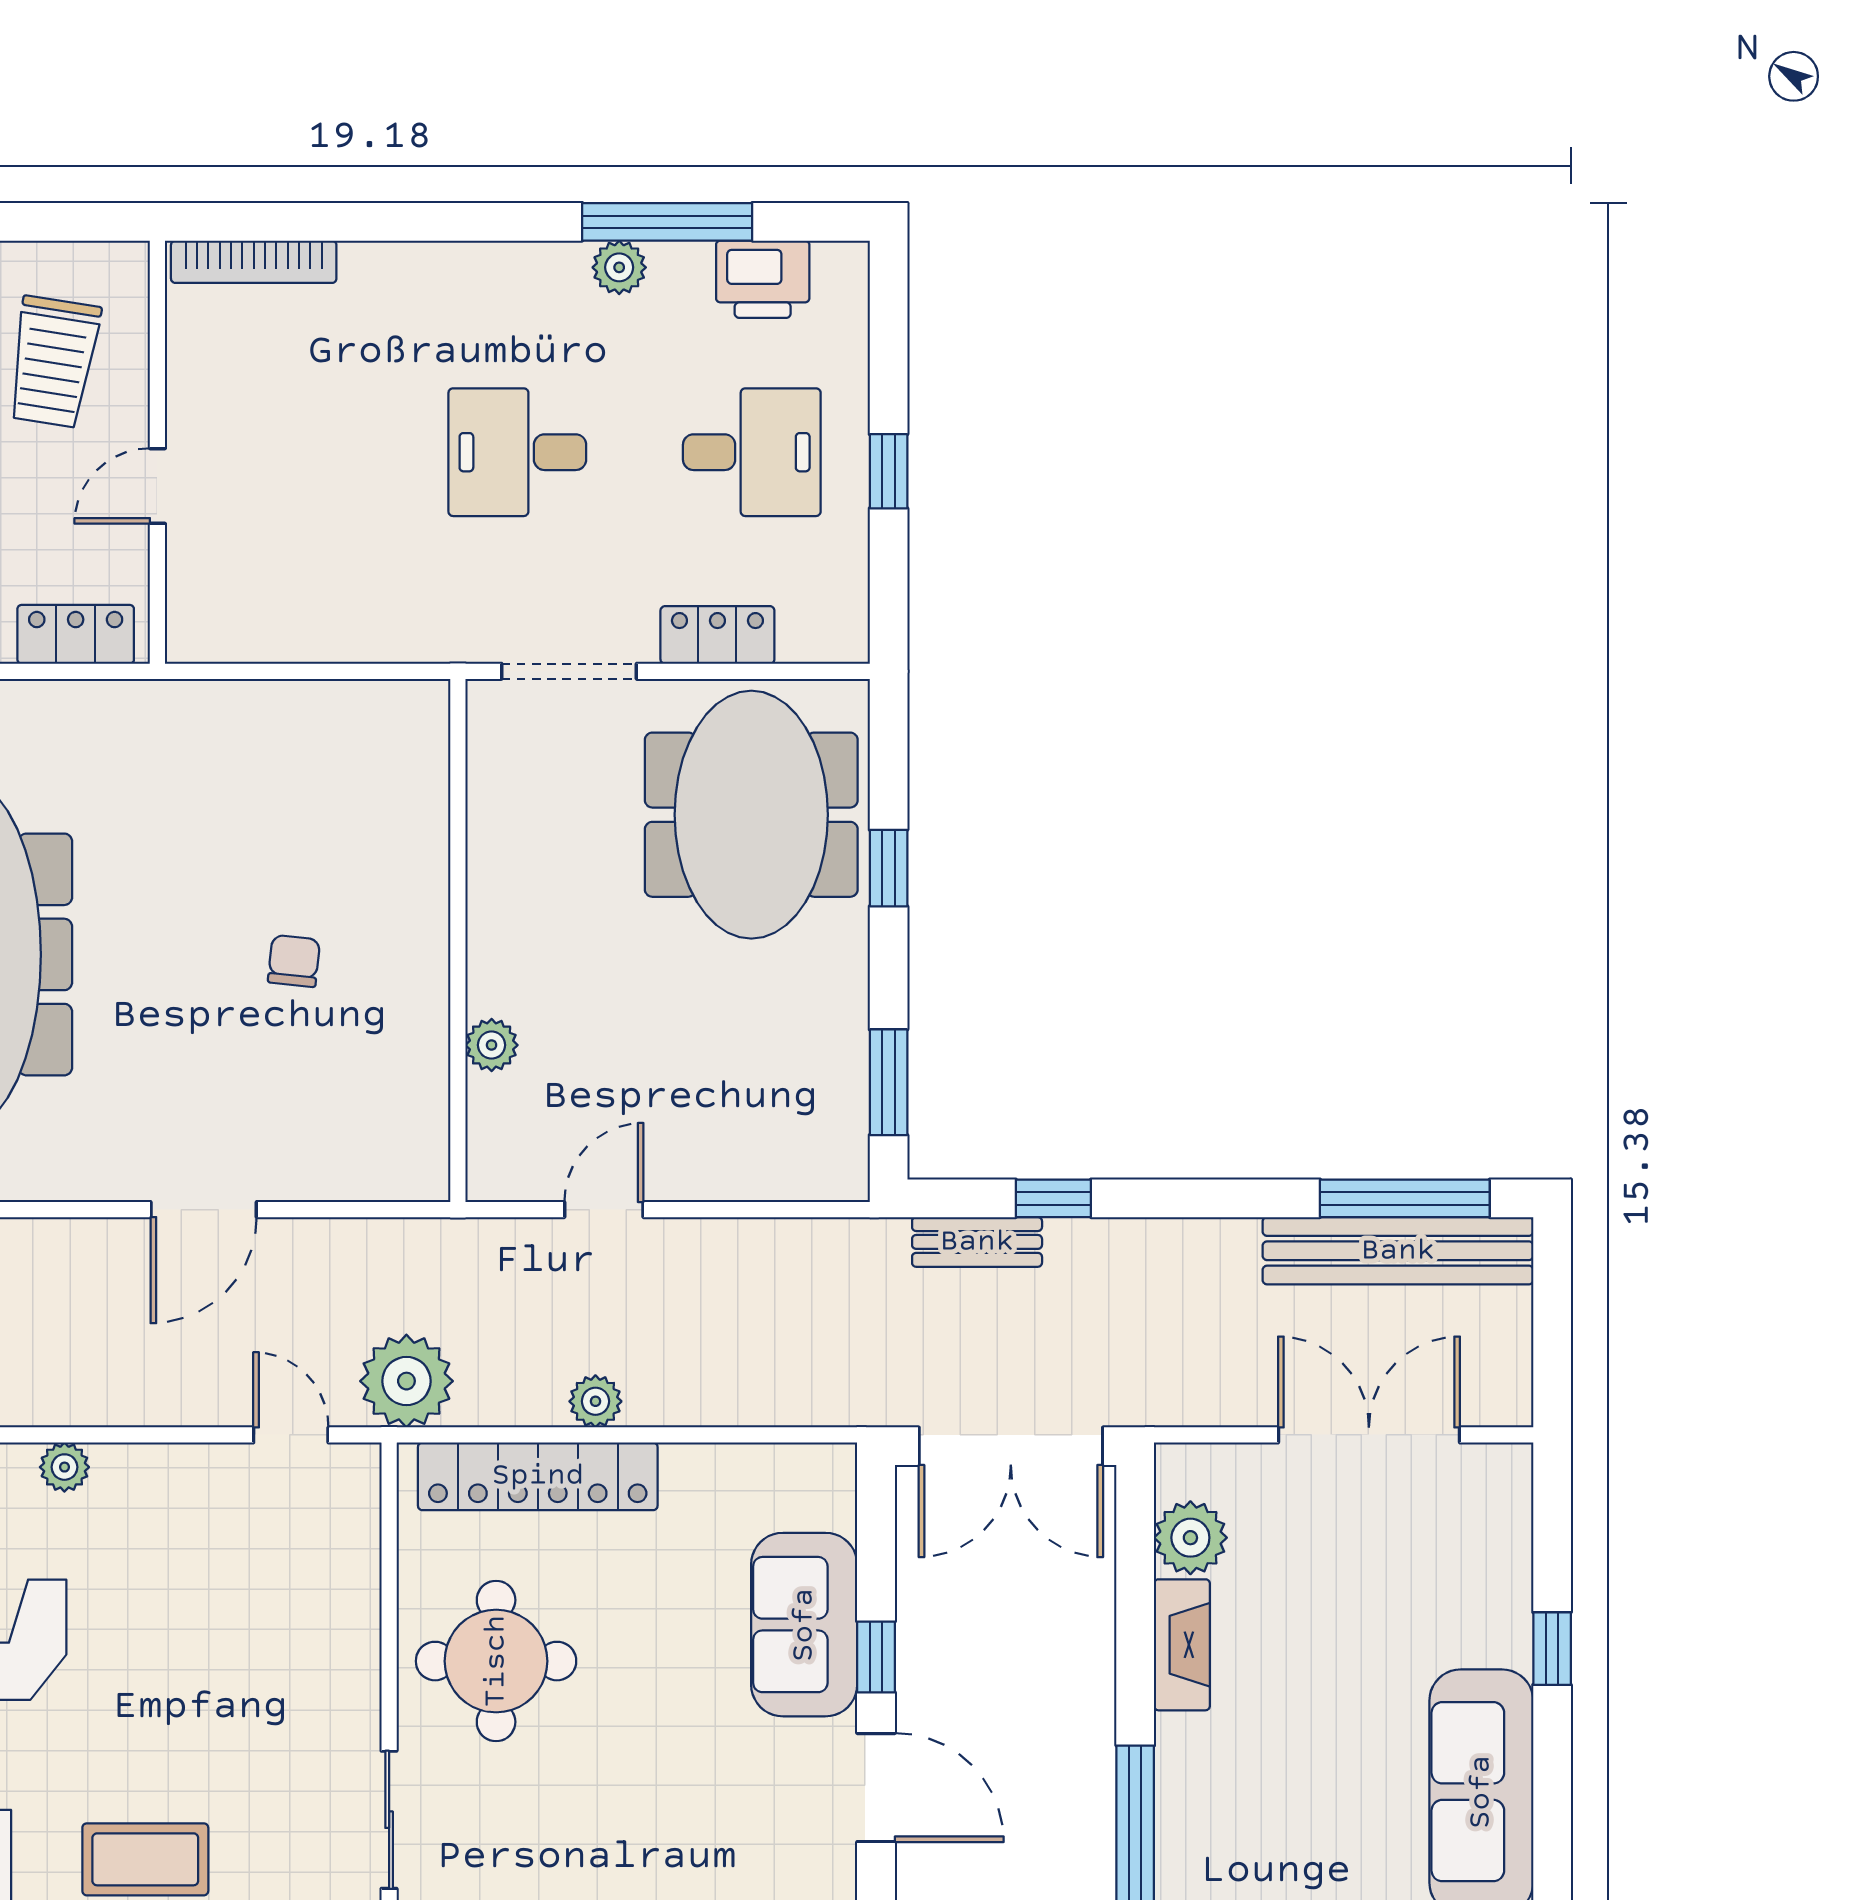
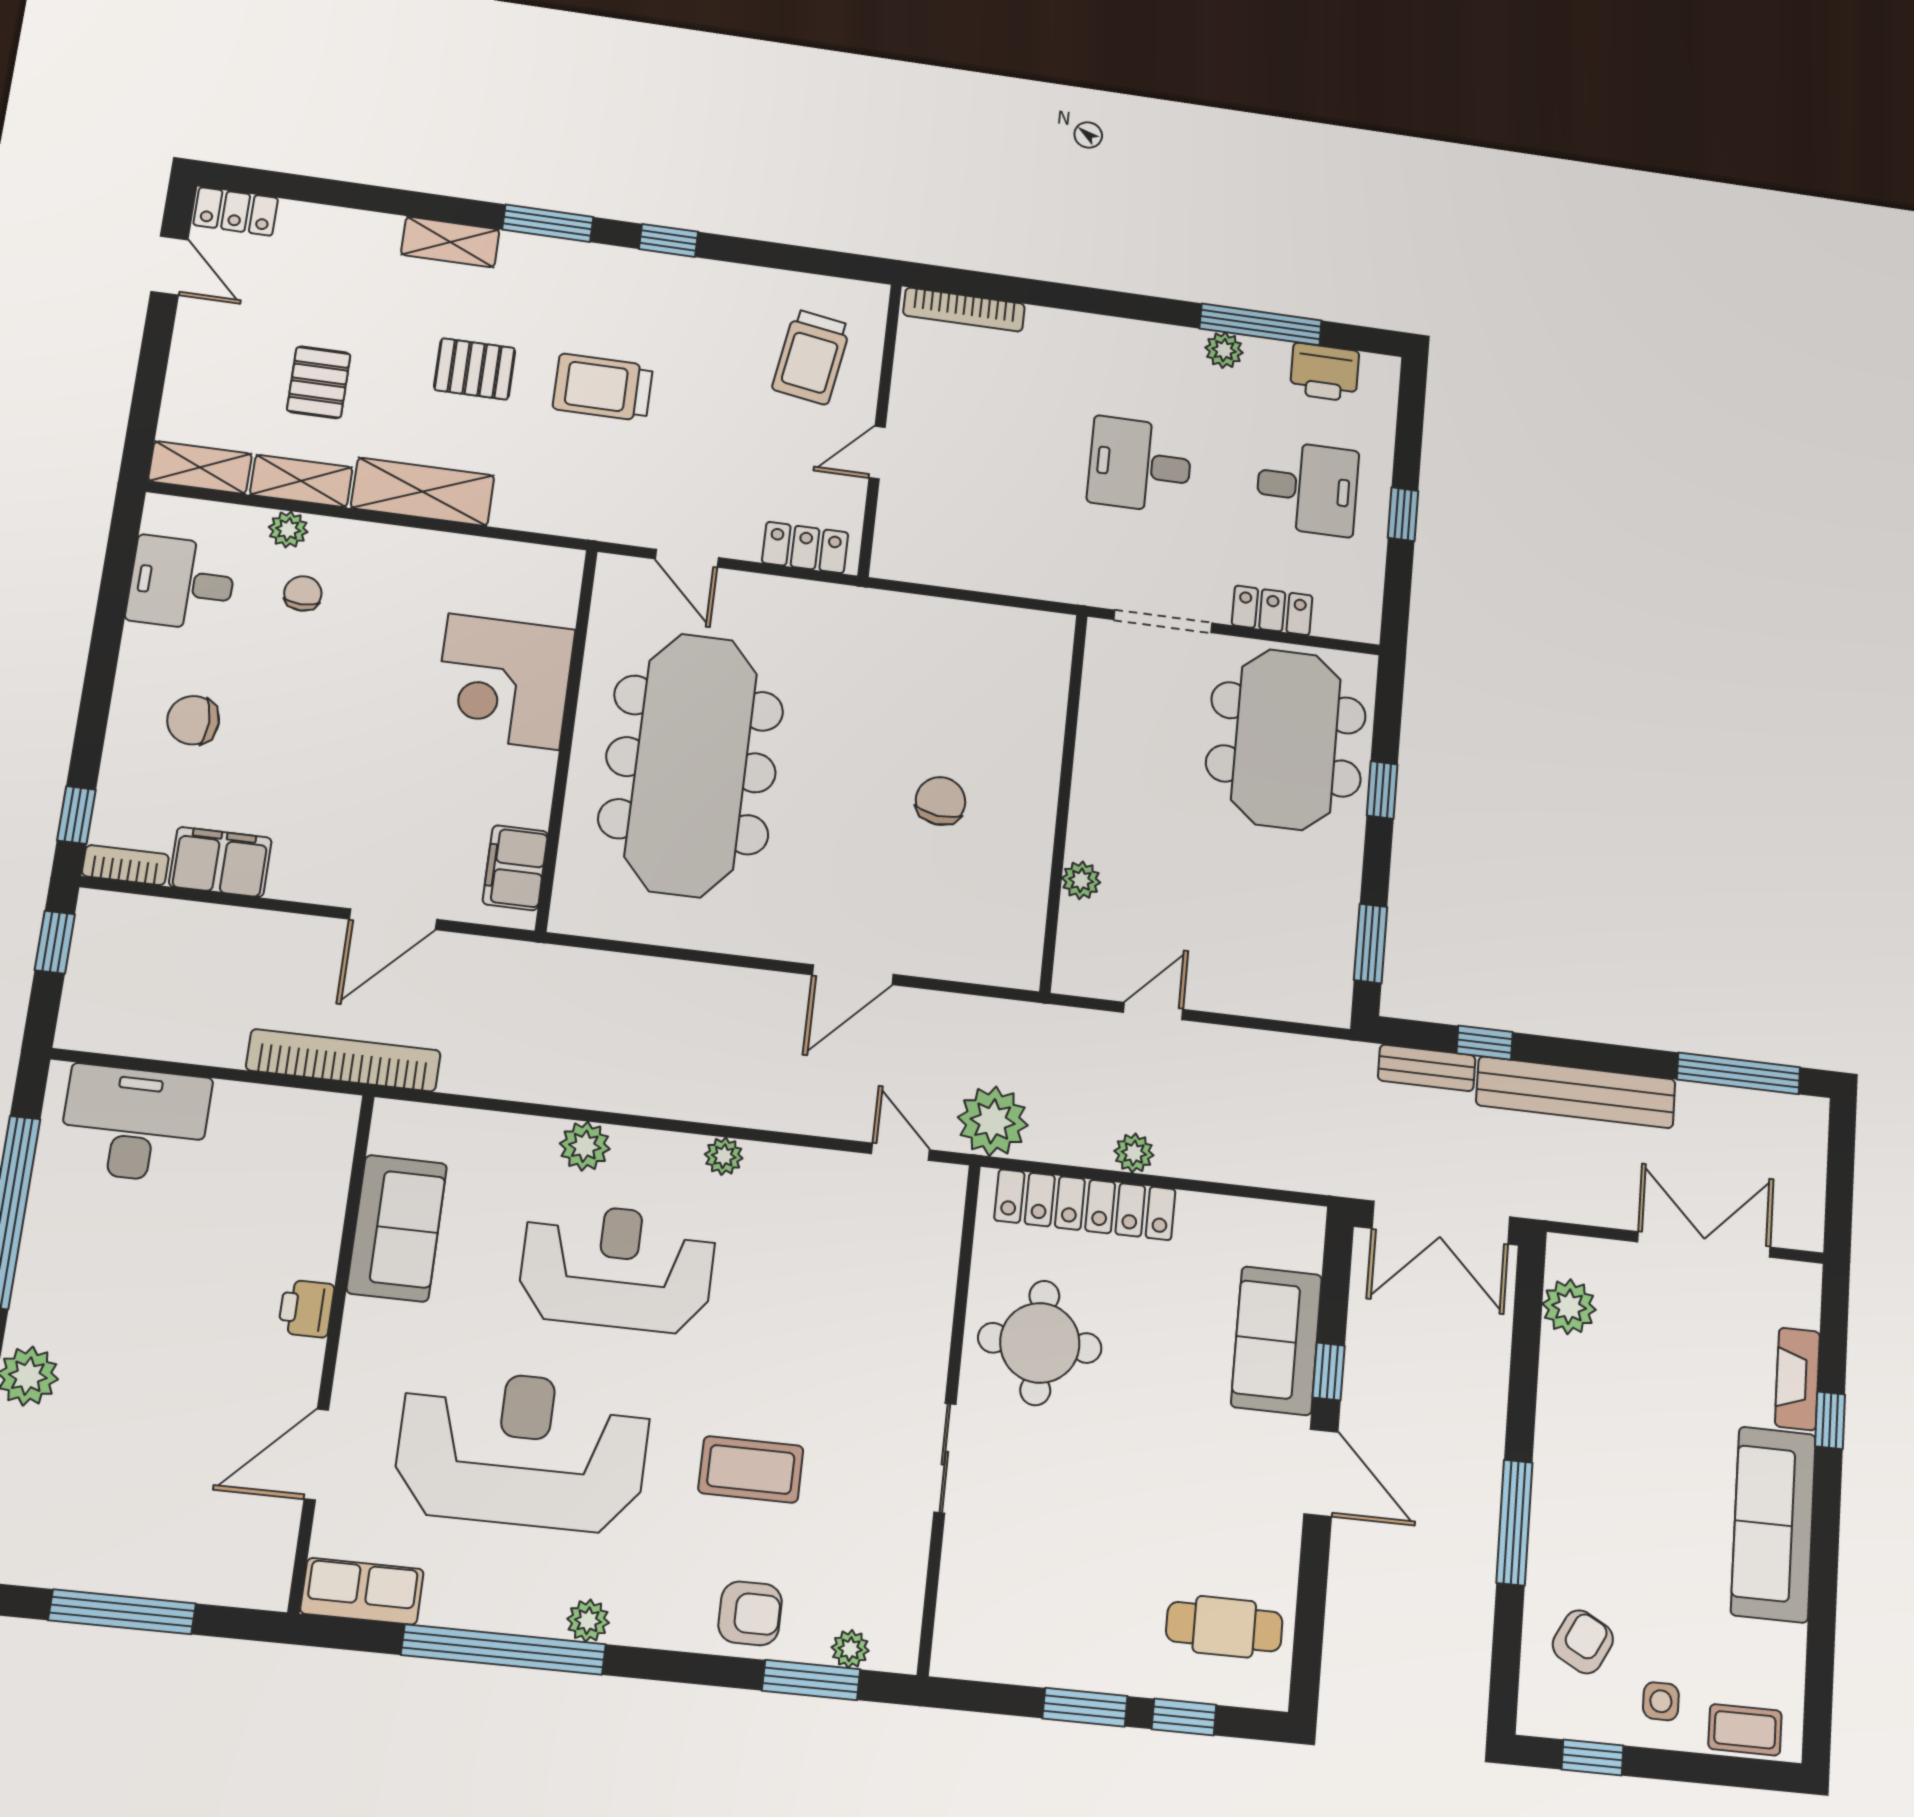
chair: (294, 961) -> (941, 801), width x1.37, depth x1.37
bench: (1398, 1251) -> (1576, 1092), moved
fireplace: (1182, 1645) -> (1797, 1379), moved, turned 180

